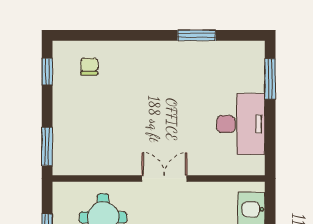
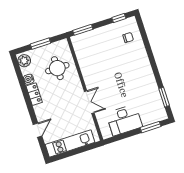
window: (197, 35) -> (164, 97), moved
double door: (164, 178) -> (89, 102), moved

